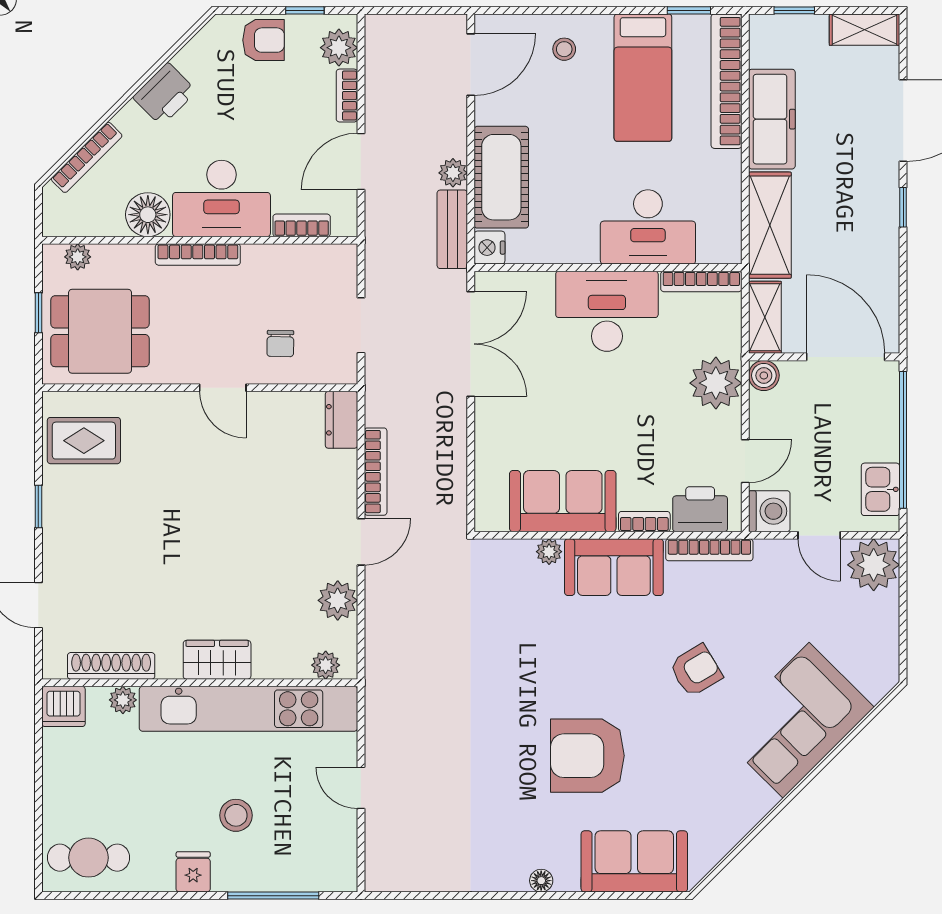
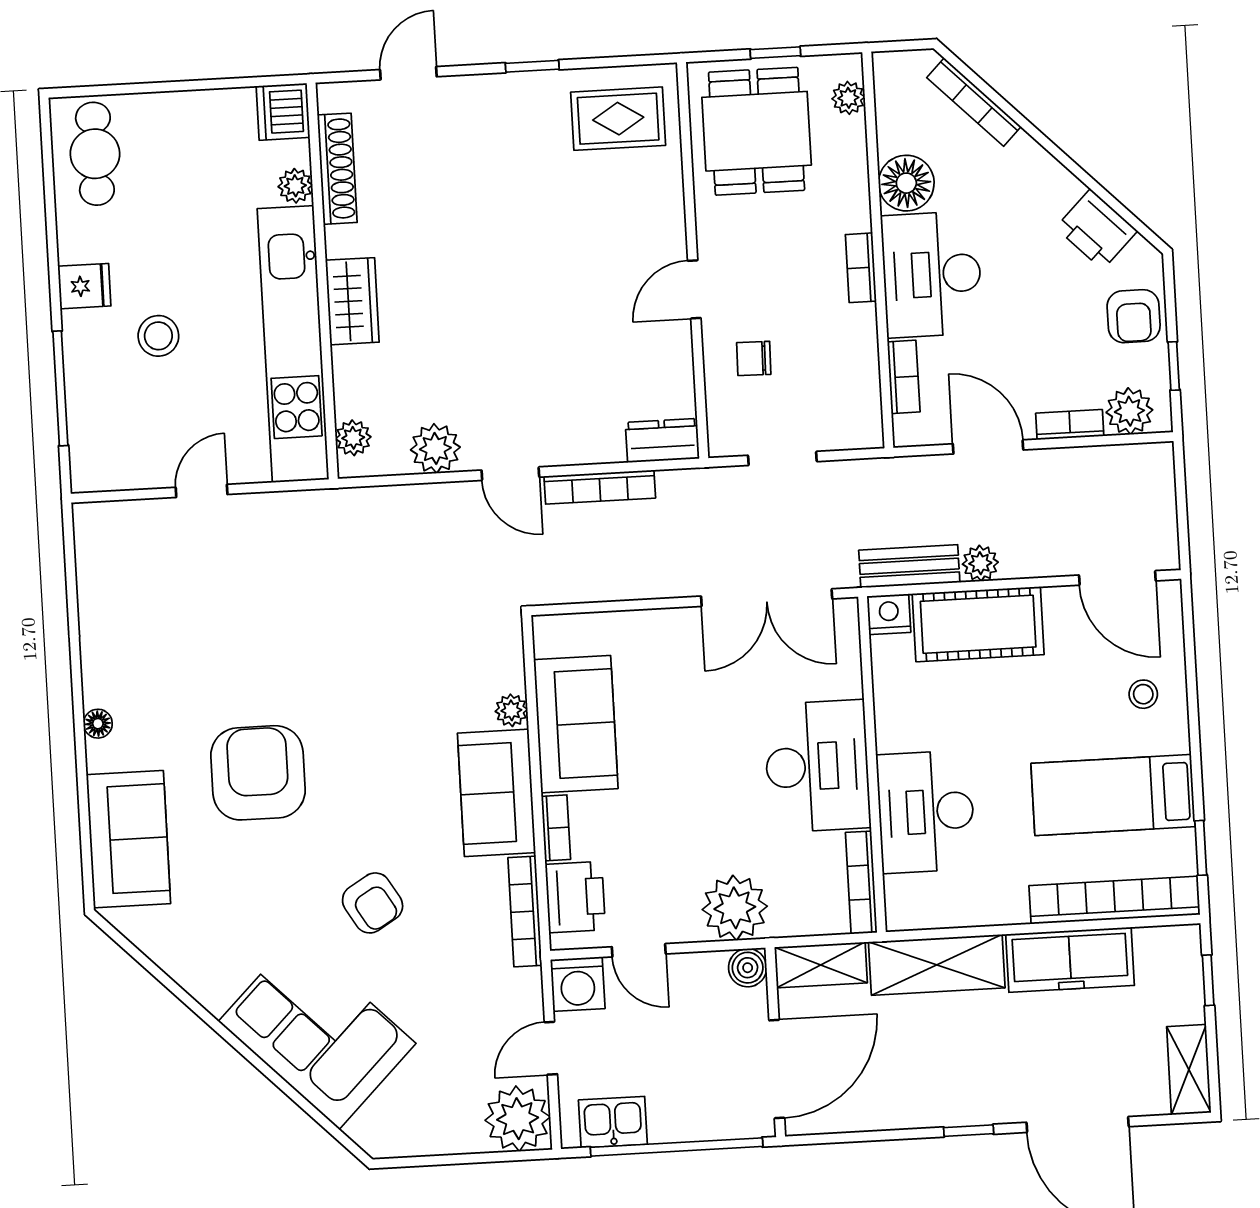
printer: (165, 94) -> (1096, 229), moved
bookcase: (198, 254) -> (861, 268), width x0.64
rug: (84, 441) -> (618, 119), turned 90

